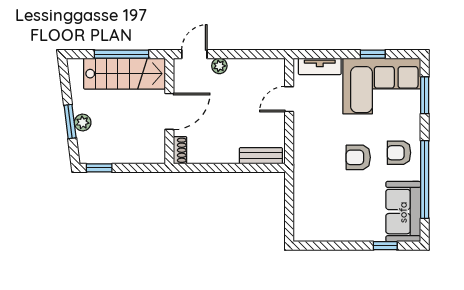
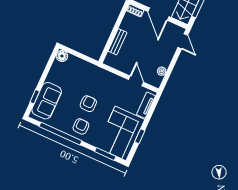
plant: (219, 66) -> (162, 71), moved
bench: (261, 156) -> (117, 42), moved
sofa: (403, 212) -> (47, 101), moved, turned 90
floor lamp: (303, 232) -> (62, 56), added

